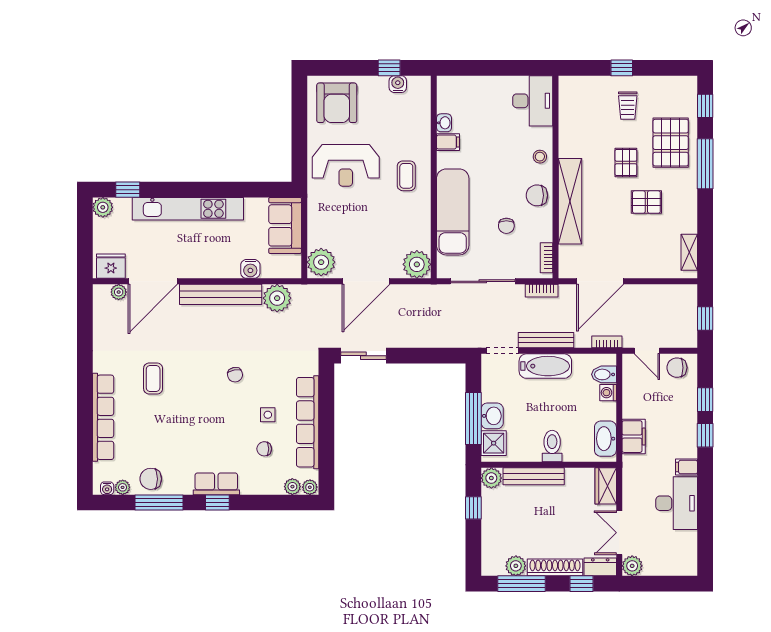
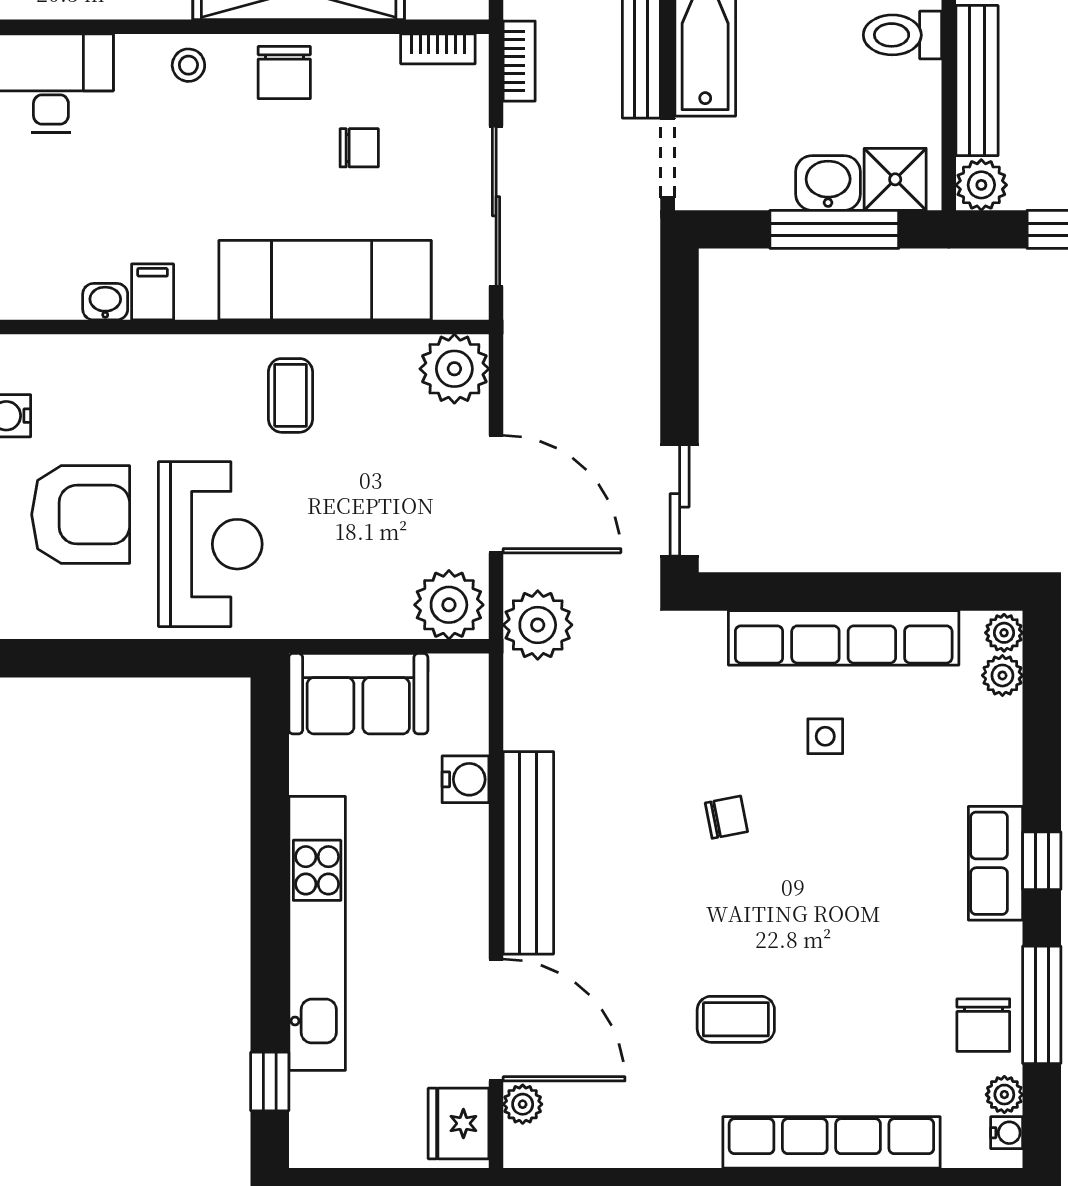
armchair: (337, 103) -> (81, 515), moved
coffee table: (406, 176) -> (291, 395), moved, turned 90
plant: (103, 207) -> (314, 1143), removed
plant: (277, 298) -> (538, 625), moved
chair: (264, 449) -> (909, 745), removed

